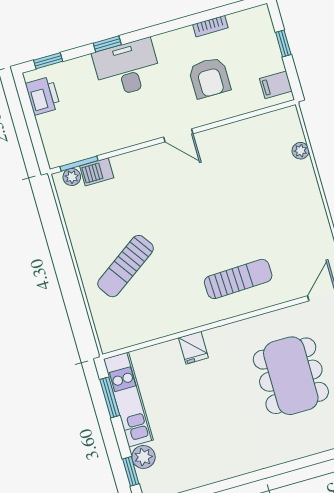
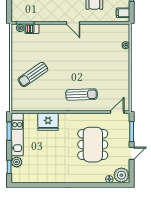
fridge: (193, 348) -> (48, 122), width x1.88, depth x1.34

